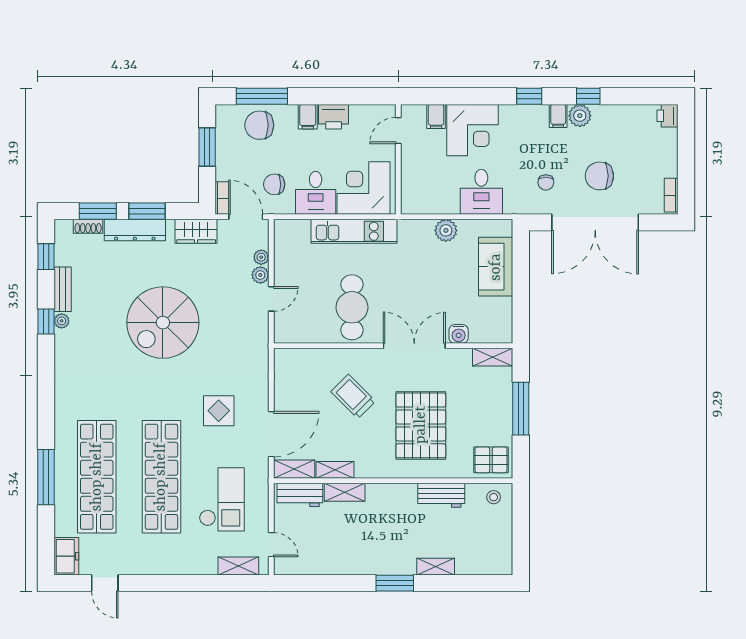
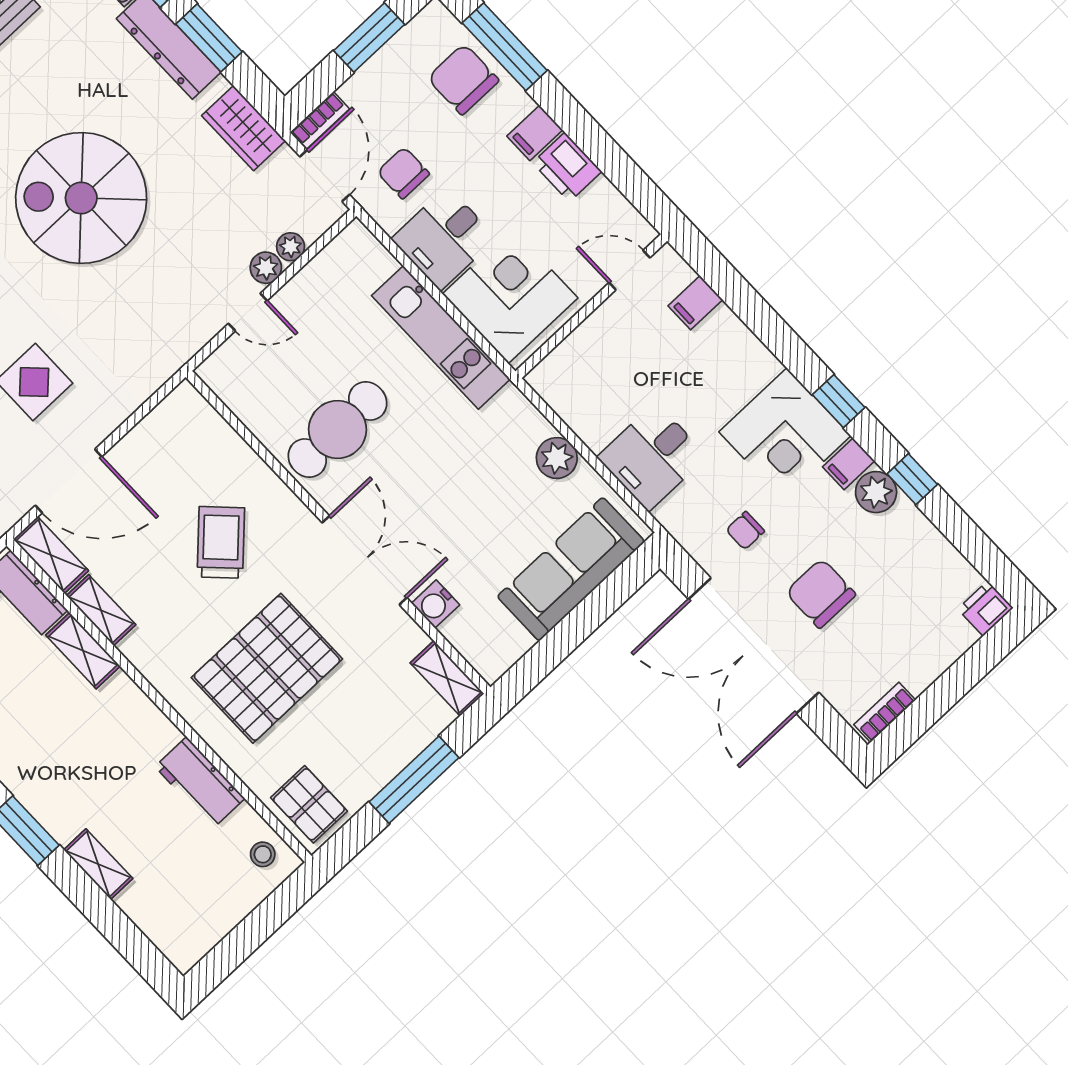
corner desk: (472, 130) -> (785, 434), moved
sofa: (496, 267) -> (571, 569), width x1.36

